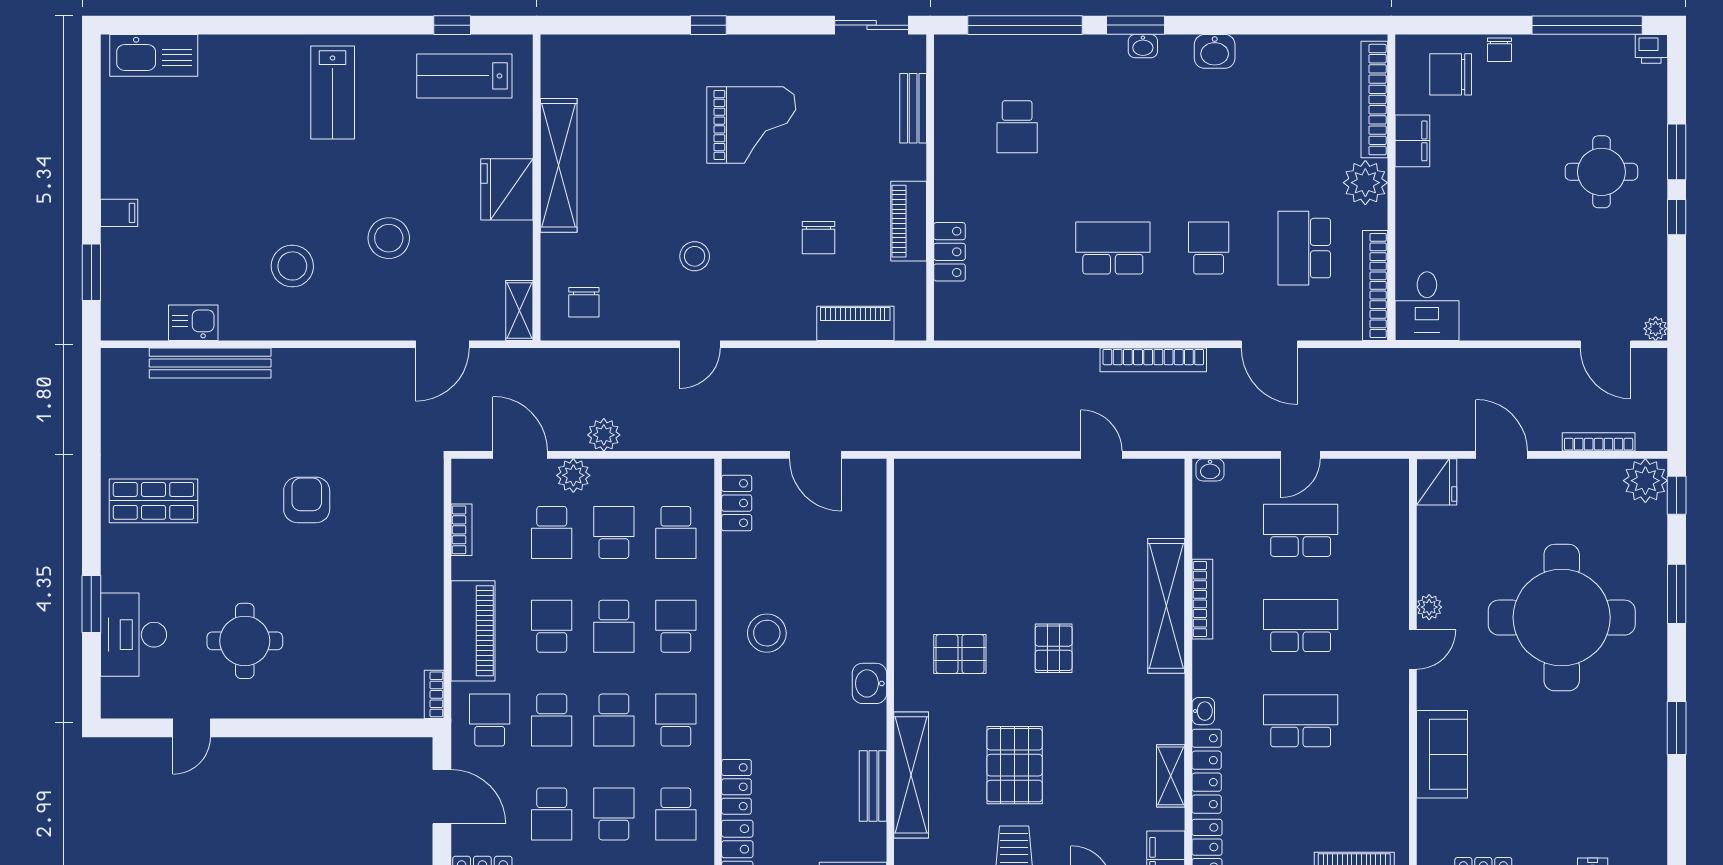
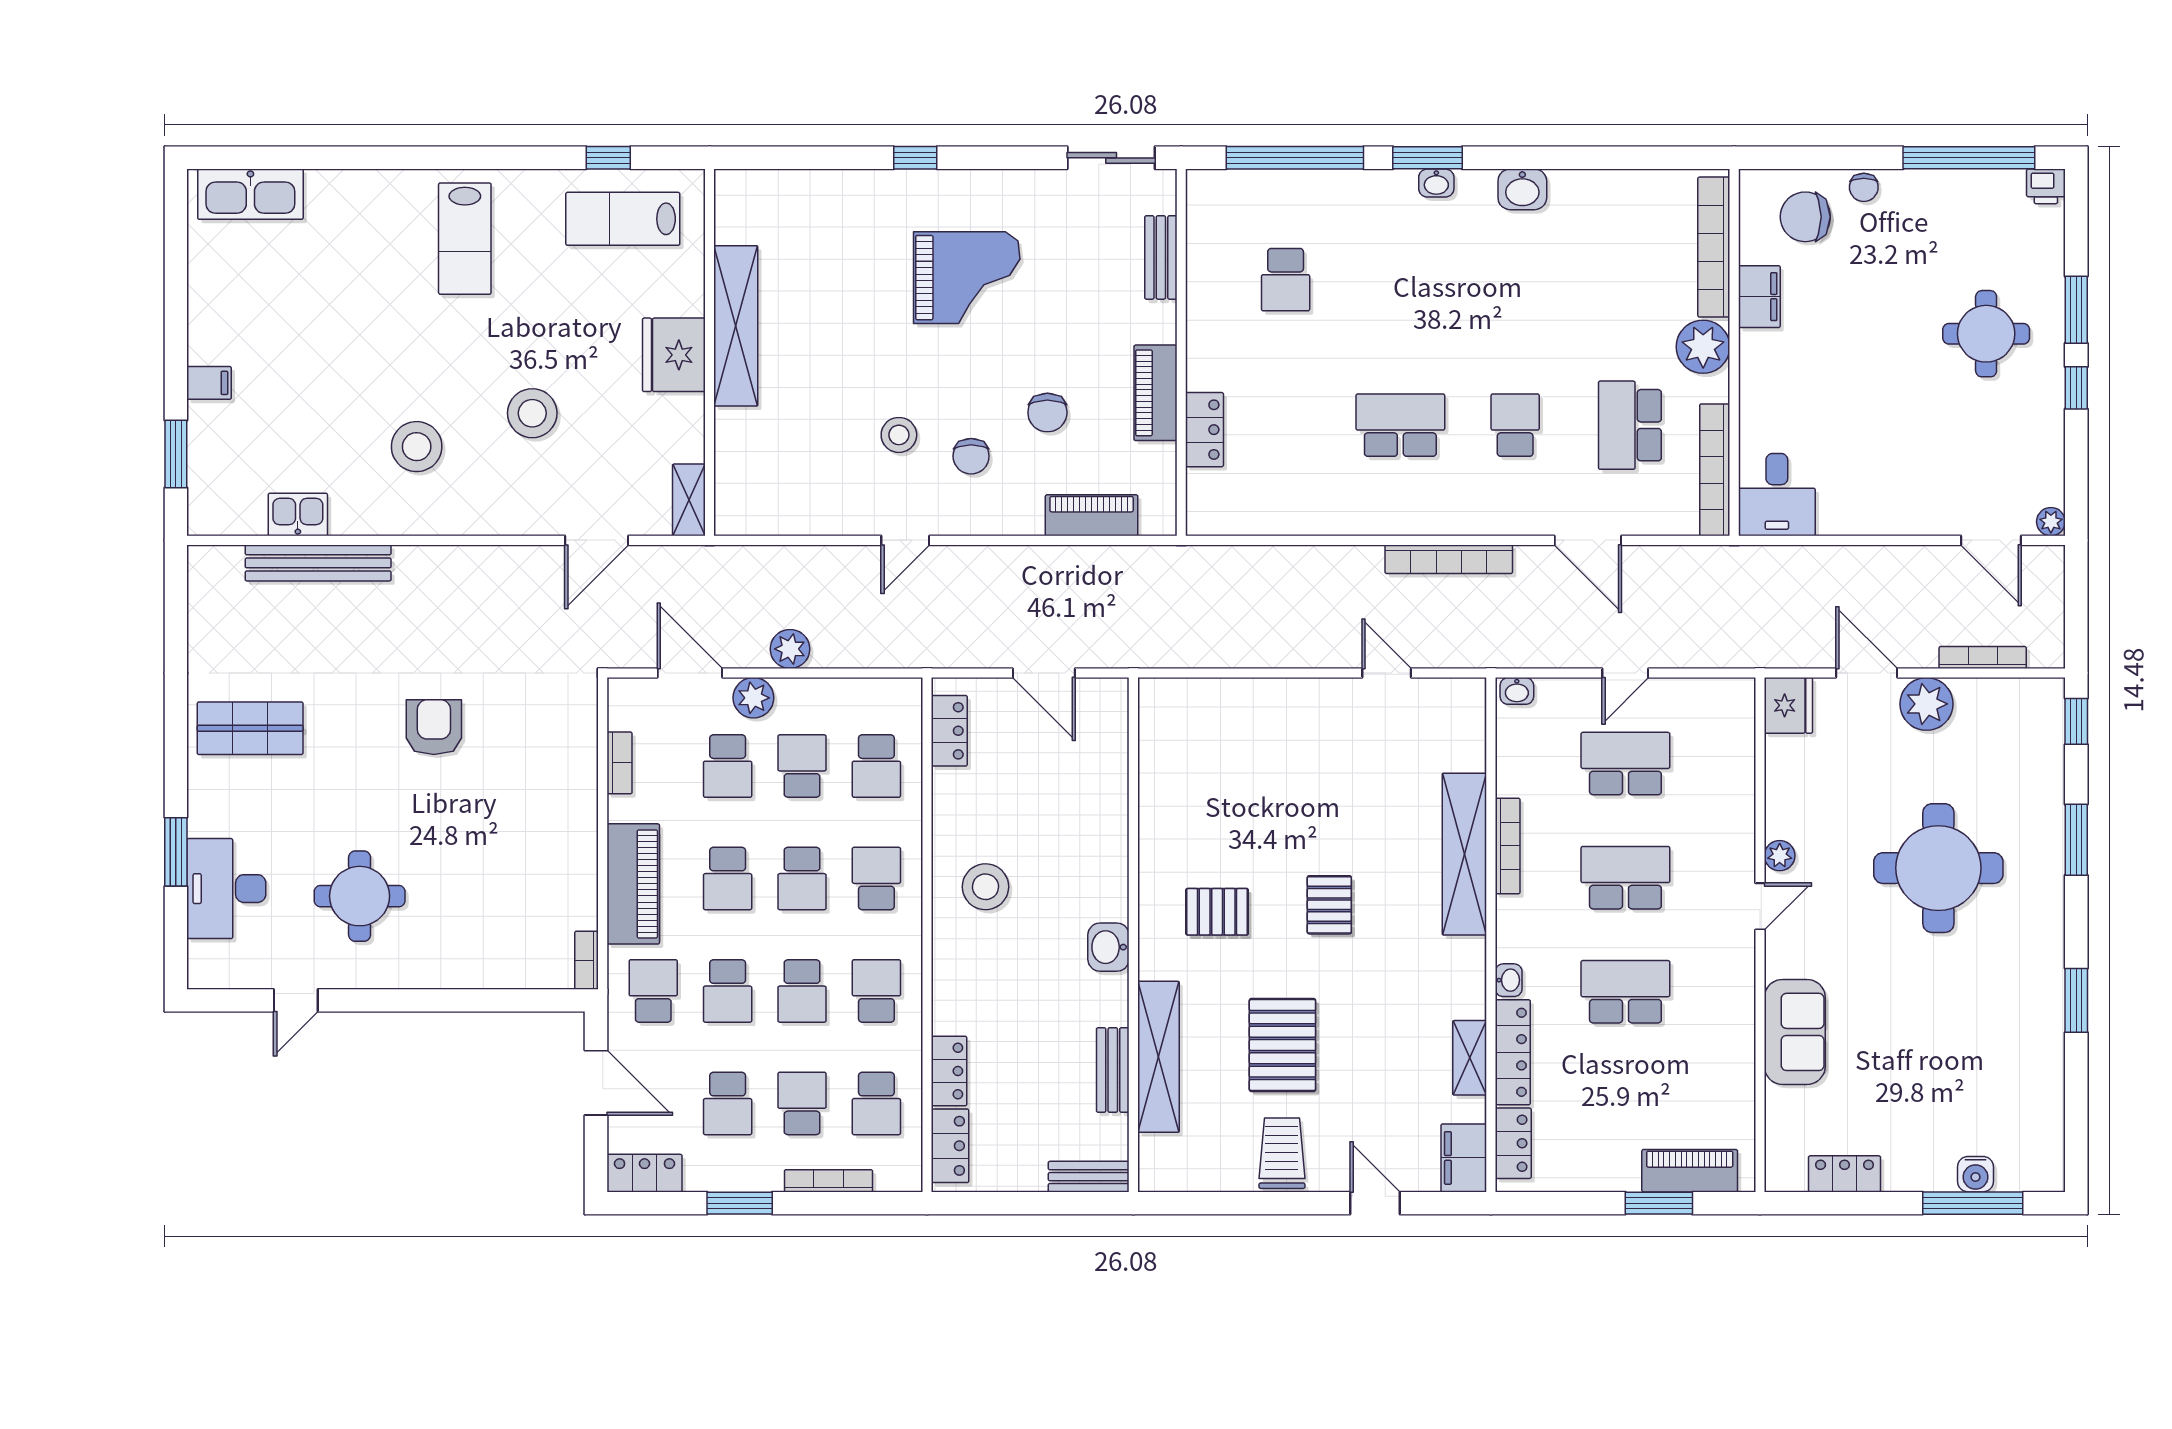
chair: (584, 302) -> (971, 456), moved
plant: (1645, 481) -> (1927, 704), moved
round table: (1562, 618) -> (1938, 868), width x0.73, depth x0.73
school desk: (552, 626) -> (728, 879), turned 180

